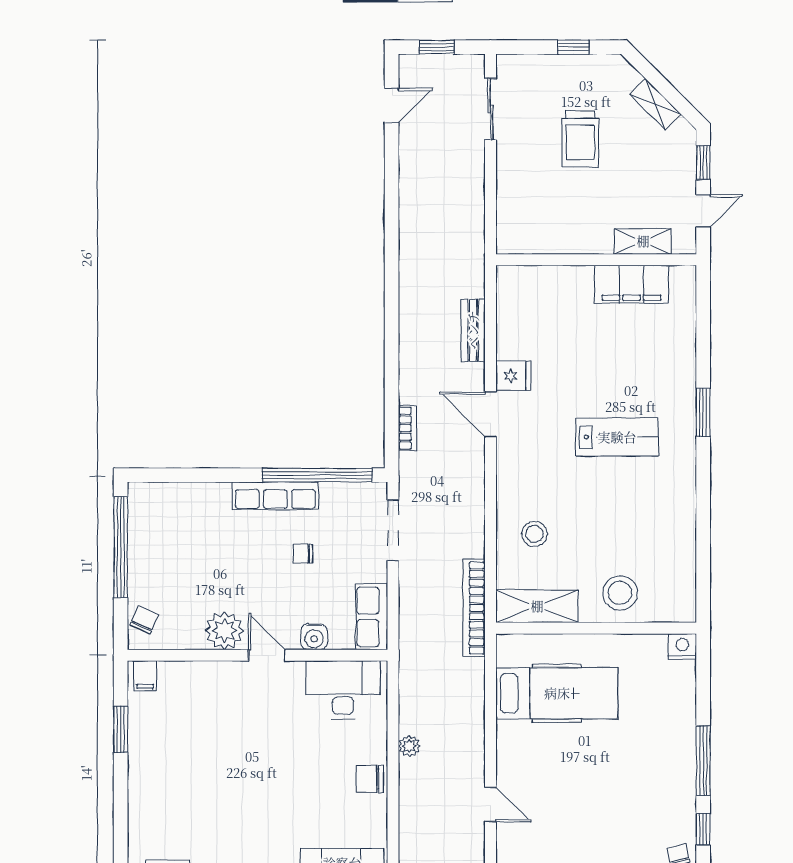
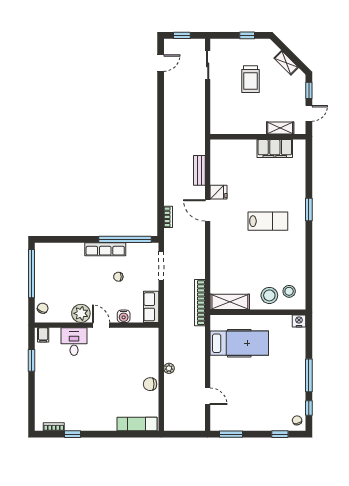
stool: (534, 534) -> (289, 291), moved
desk: (343, 690) -> (74, 342), moved, width x0.73

